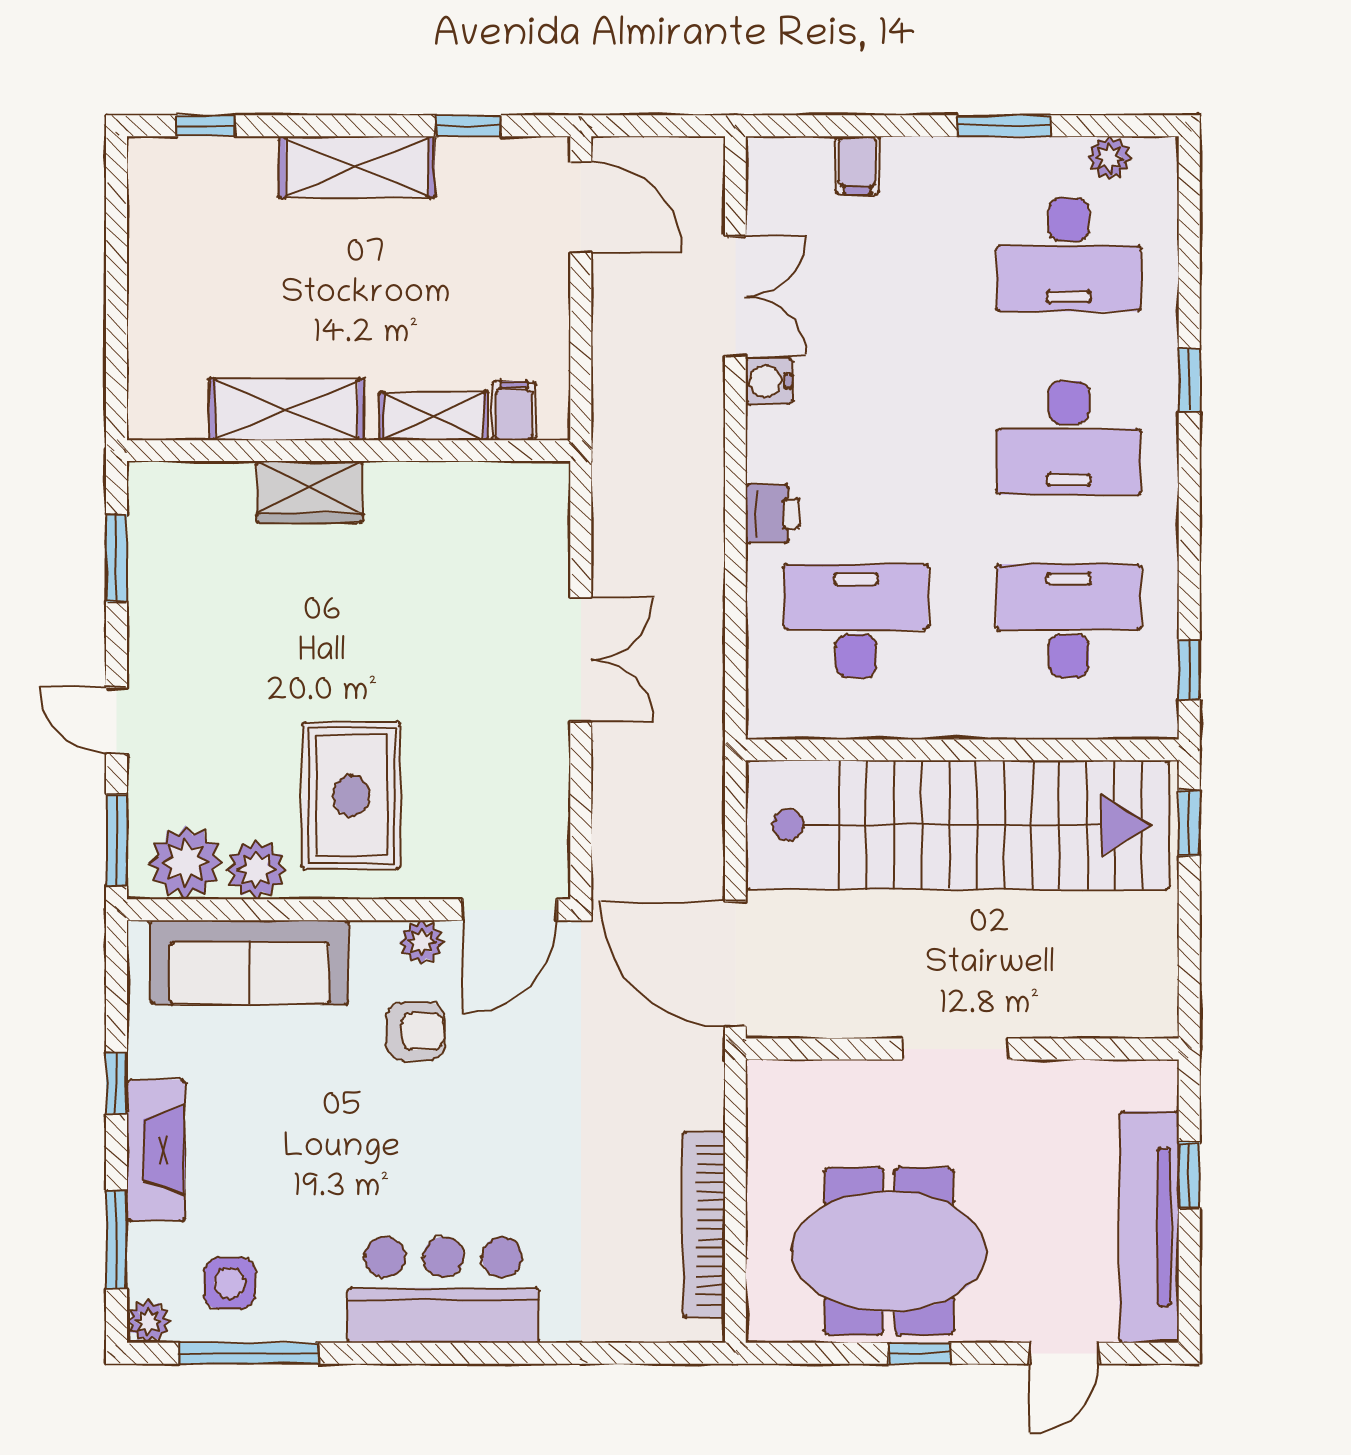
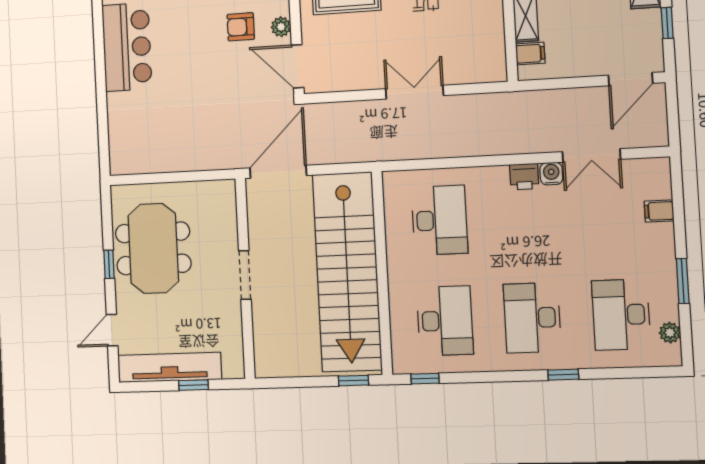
printer: (772, 514) -> (524, 177), moved
double door: (581, 660) -> (414, 92), swing flipped
armchair: (416, 1031) -> (241, 27), turned 90
bookcase: (704, 1225) -> (161, 163), removed
door: (1064, 1353) -> (112, 330), hinge flipped

